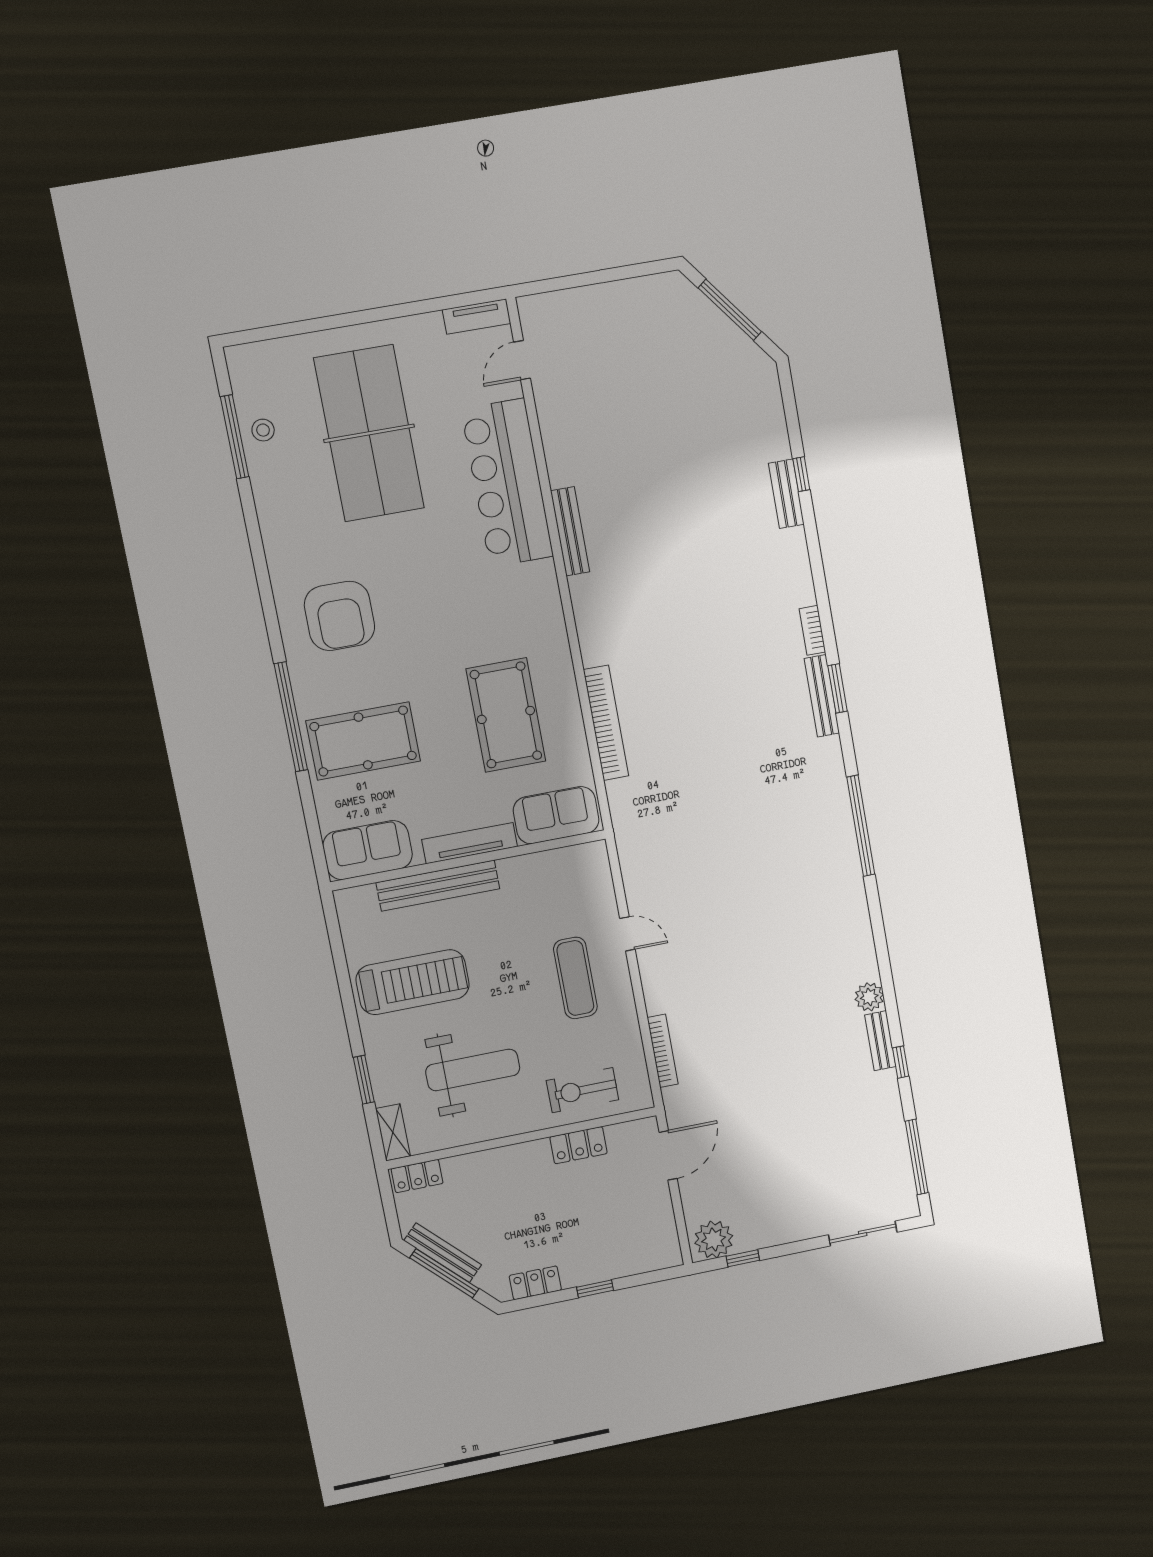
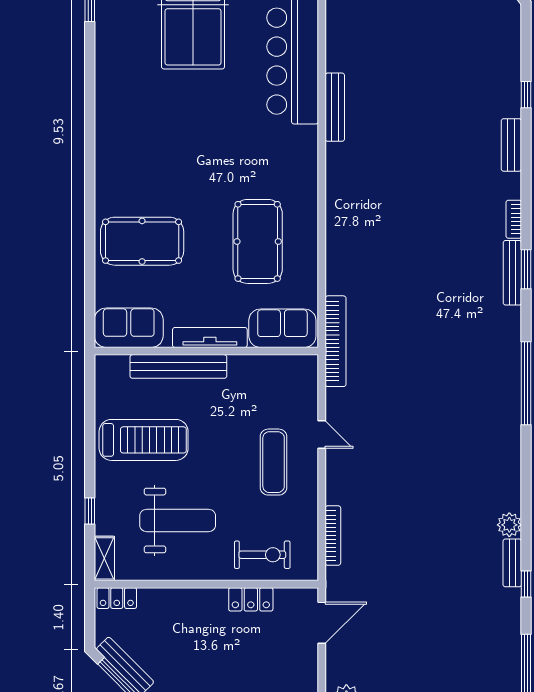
bench: (786, 494) -> (511, 145), moved
armchair: (340, 616) -> (143, 141), removed
window: (291, 717) -> (90, 212), removed
bookcase: (606, 723) -> (336, 341), moved
window: (364, 1080) -> (90, 511), width x0.67
exercise bike: (582, 1090) -> (262, 555), turned 180

